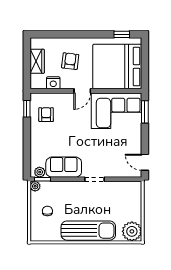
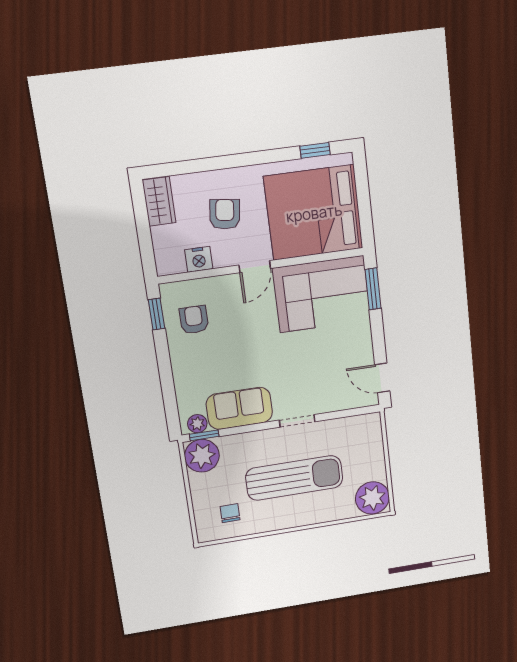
wardrobe: (37, 61) -> (159, 201), moved
plant: (35, 186) -> (202, 456), width x1.87, depth x1.87
chair: (47, 211) -> (230, 513), moved
sun lounger: (88, 231) -> (294, 478), moved

